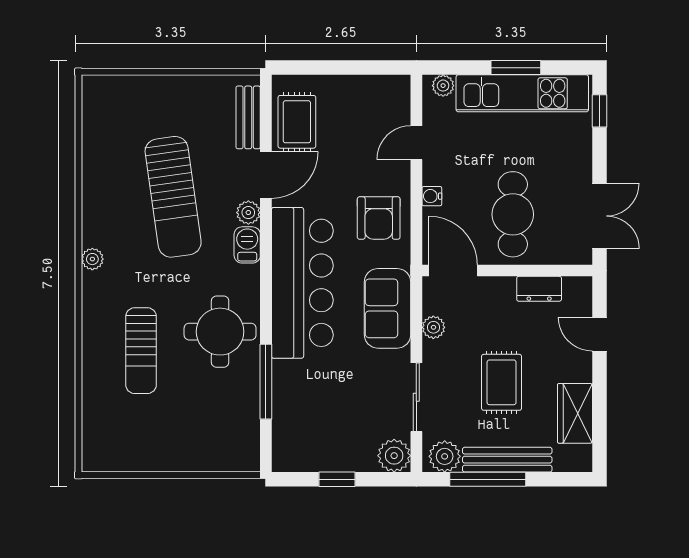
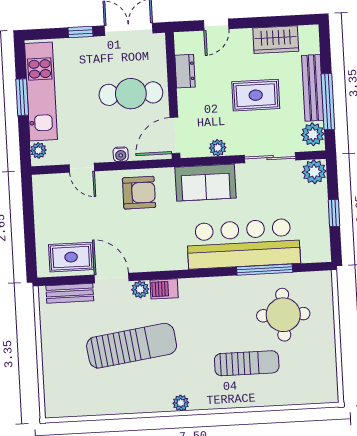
window: (599, 111) -> (81, 32), moved
bar counter: (302, 283) -> (243, 244), moved
round table: (220, 332) -> (283, 315), moved

